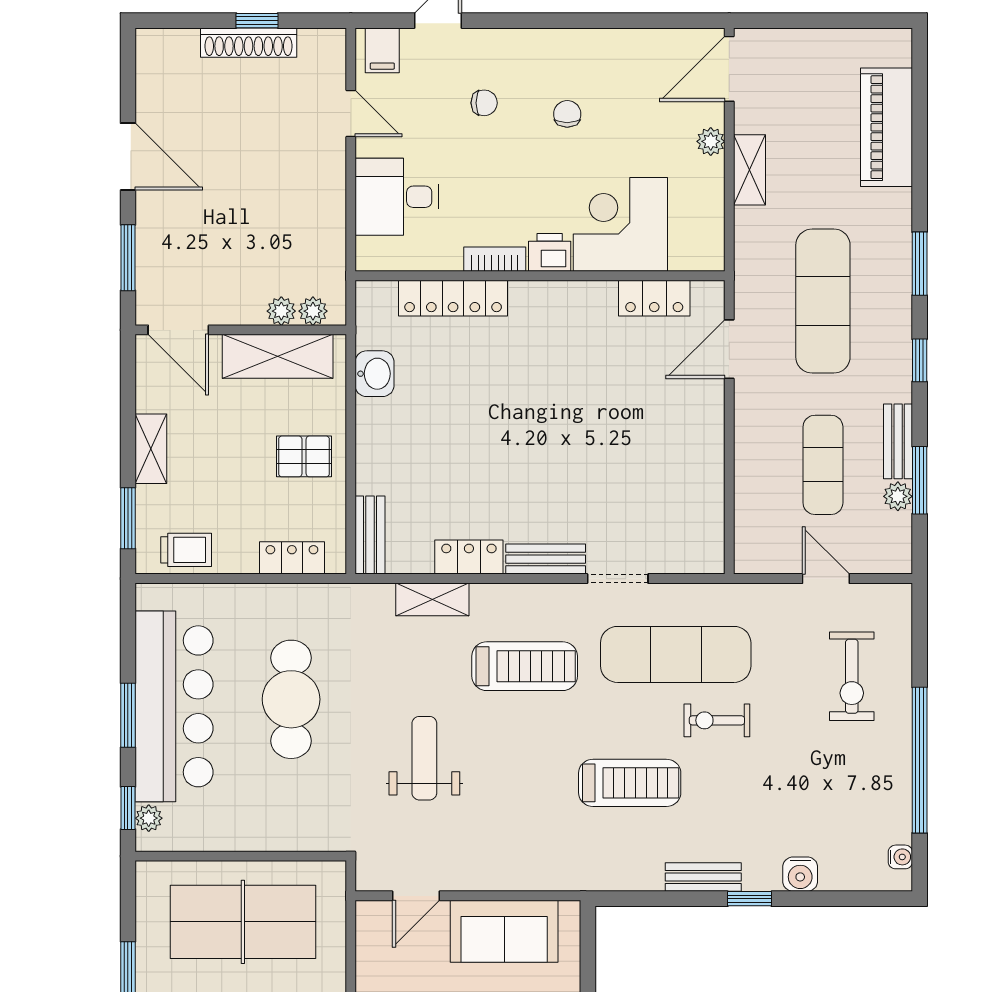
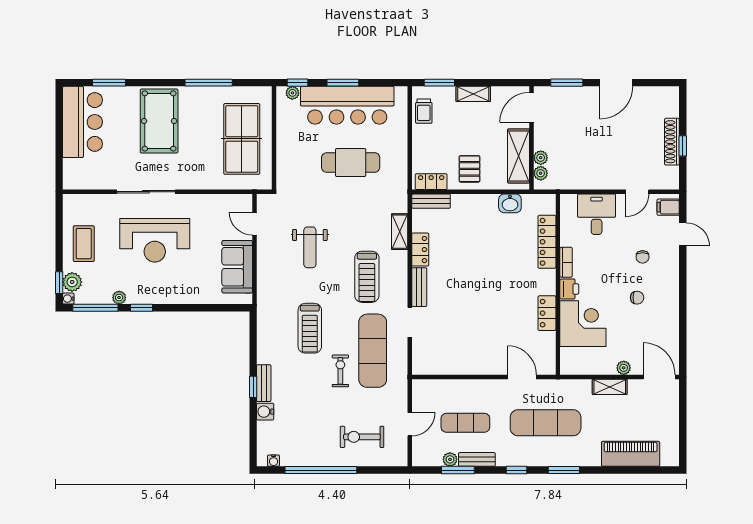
locker: (654, 298) -> (547, 313), moved
locker: (292, 558) -> (431, 182), moved, turned -90
weight bench: (424, 758) -> (310, 247), moved, turned 90
bench: (703, 877) -> (264, 383), moved

